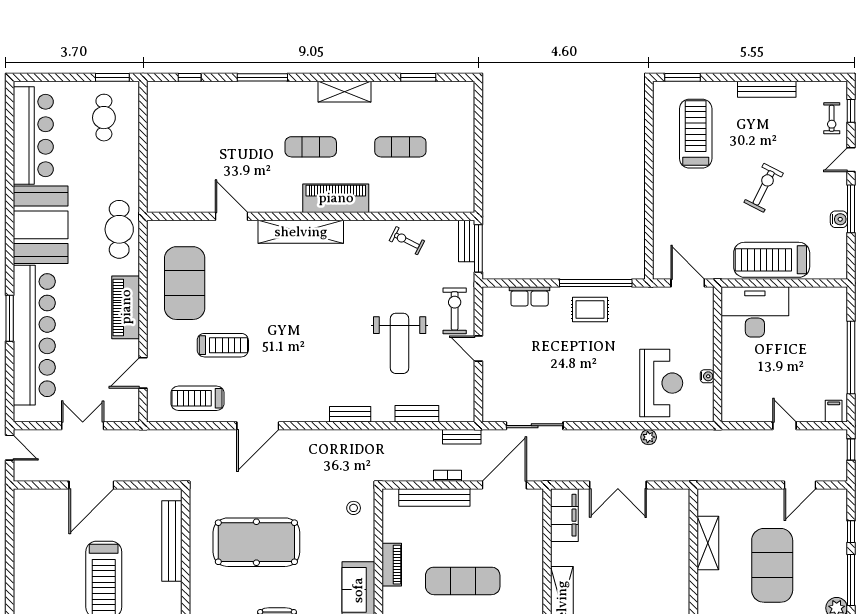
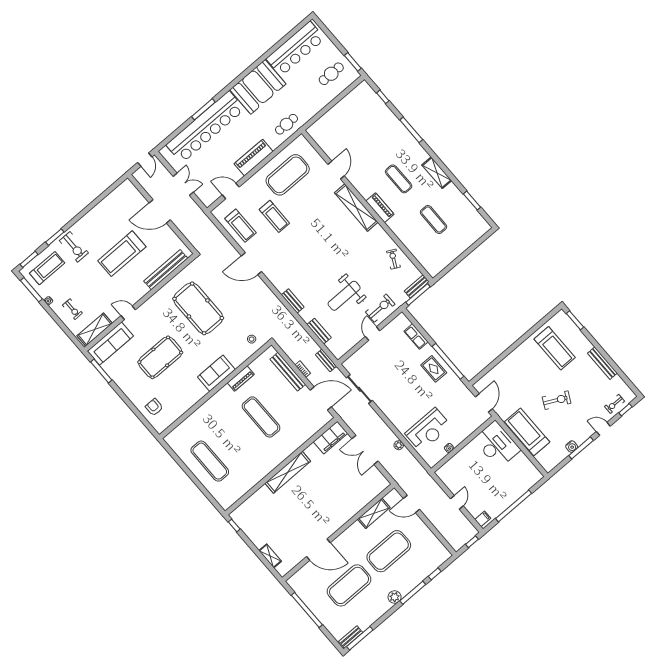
treadmill: (696, 134) -> (555, 348), turned 90
piano: (336, 198) -> (380, 208), width x0.73, depth x0.75
cafe table: (119, 229) -> (286, 124), width x0.73, depth x0.74
treadmill: (198, 398) -> (240, 226), turned 180
door: (800, 485) -> (411, 504), moved

